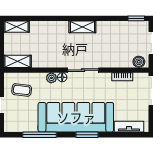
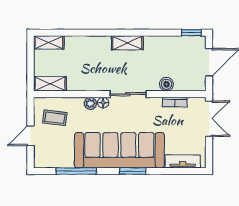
boiler: (139, 62) -> (166, 84), moved

